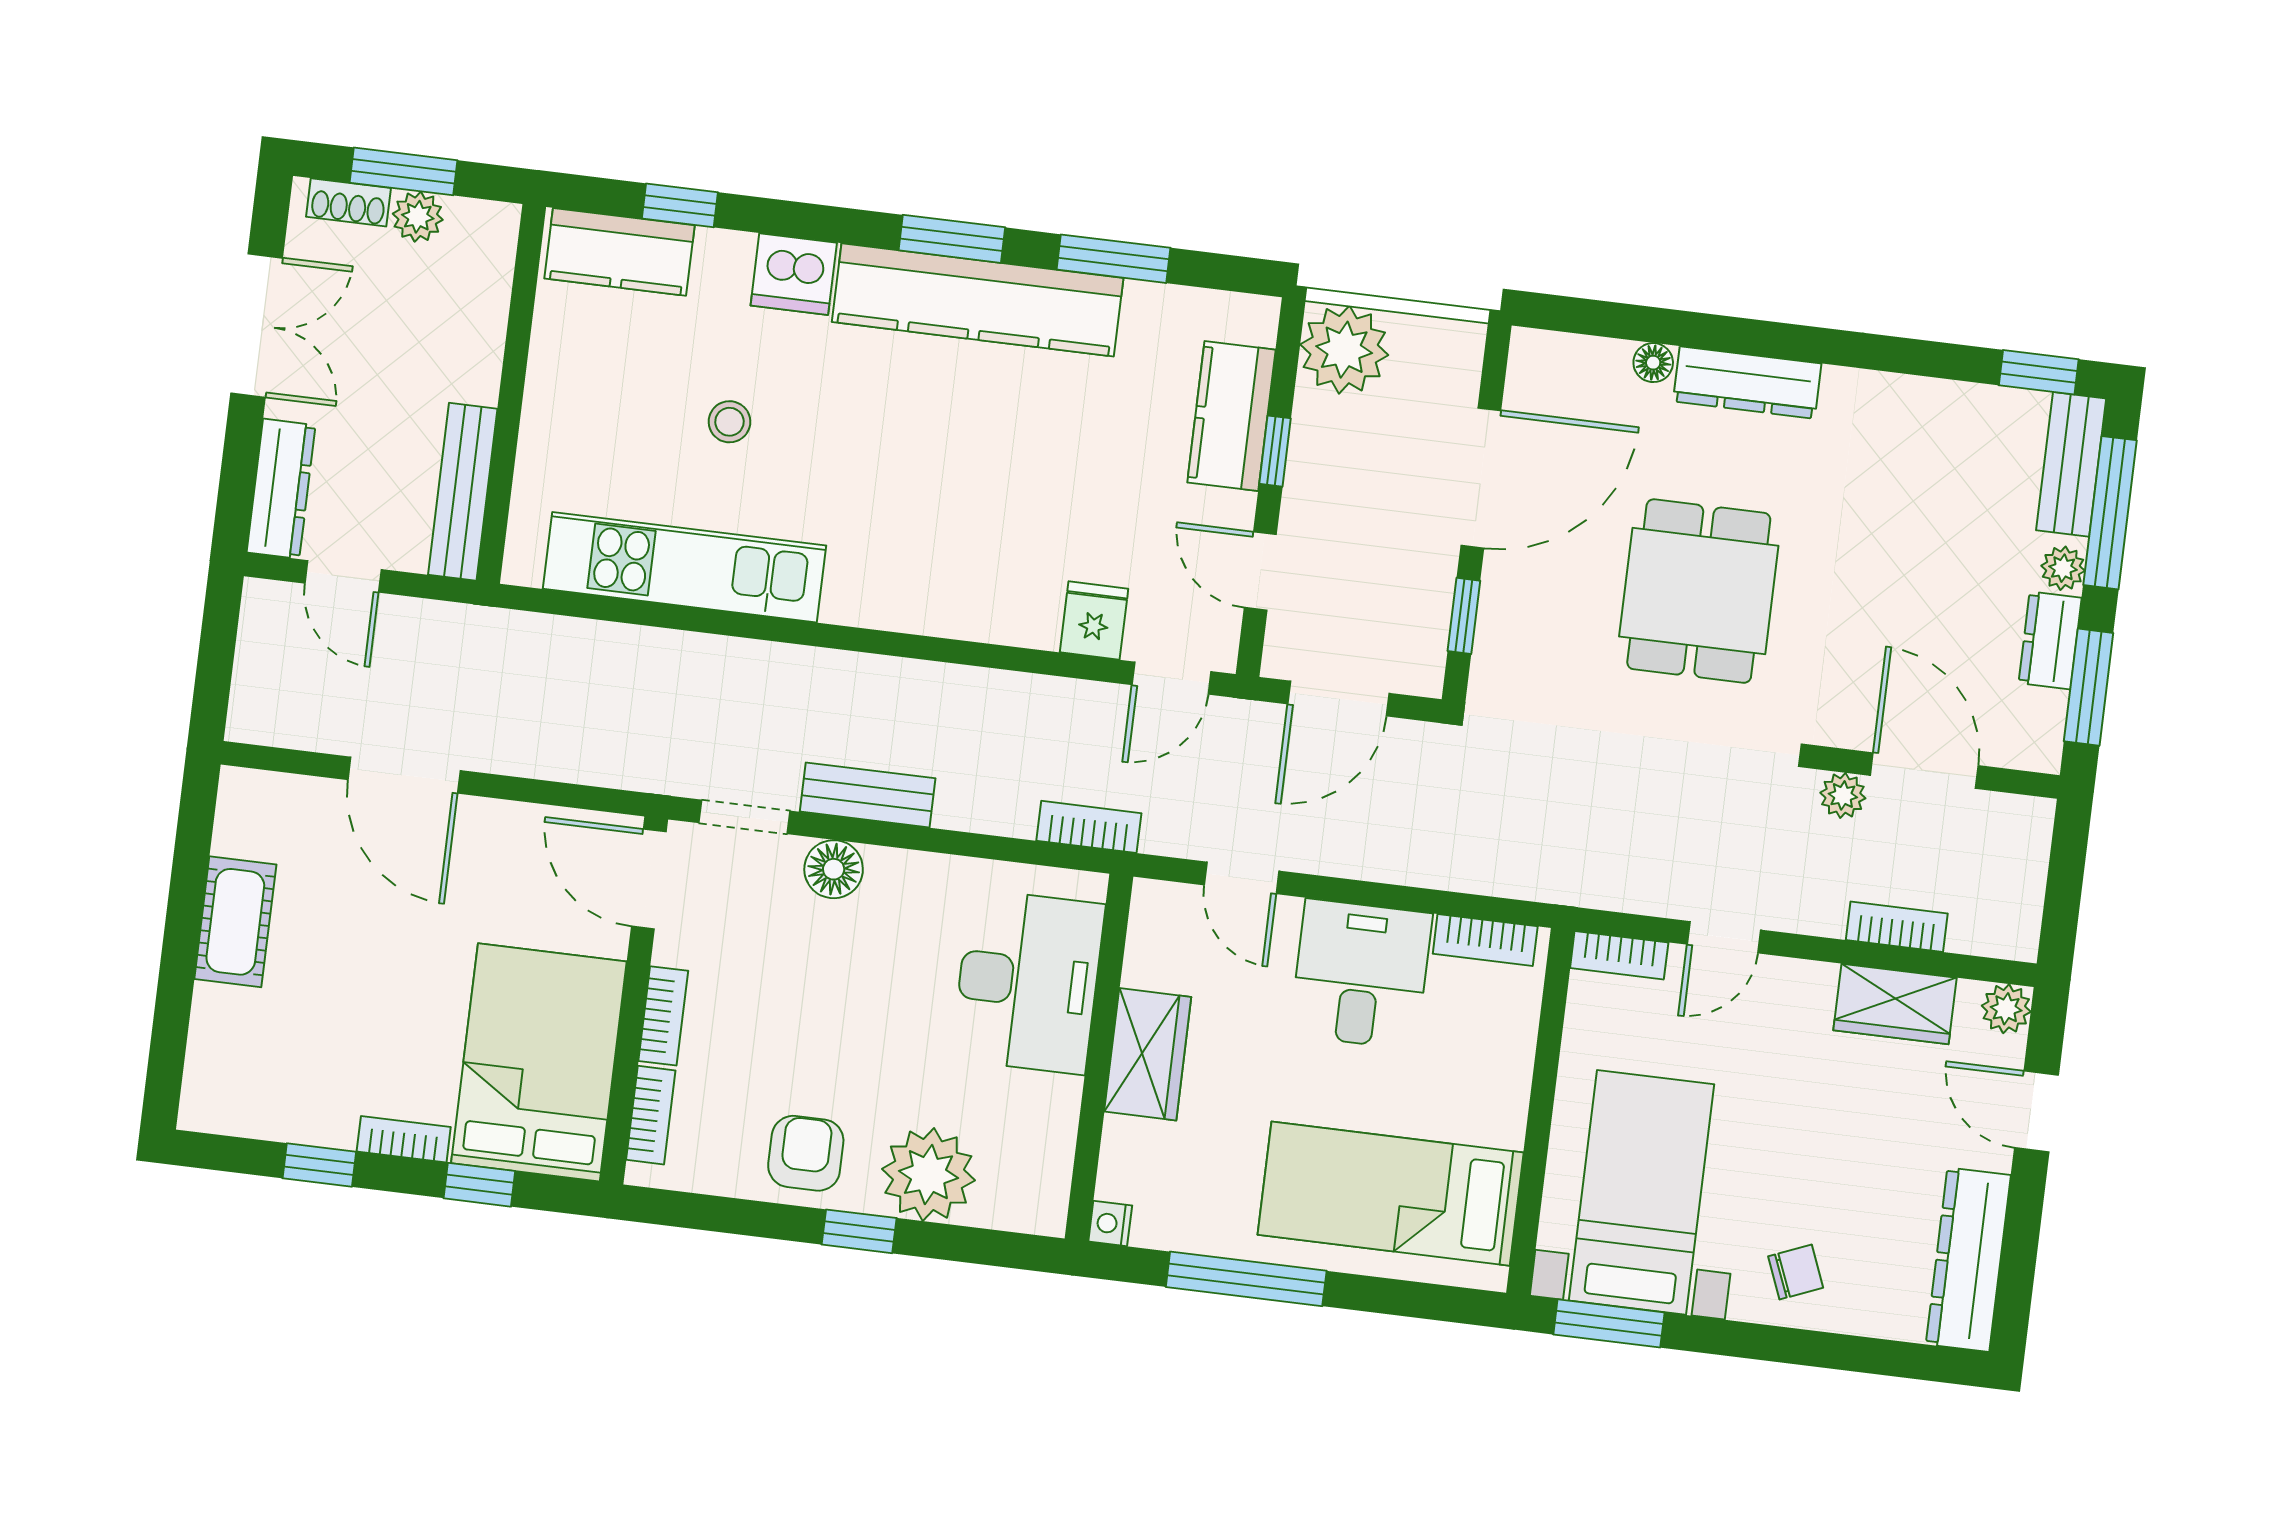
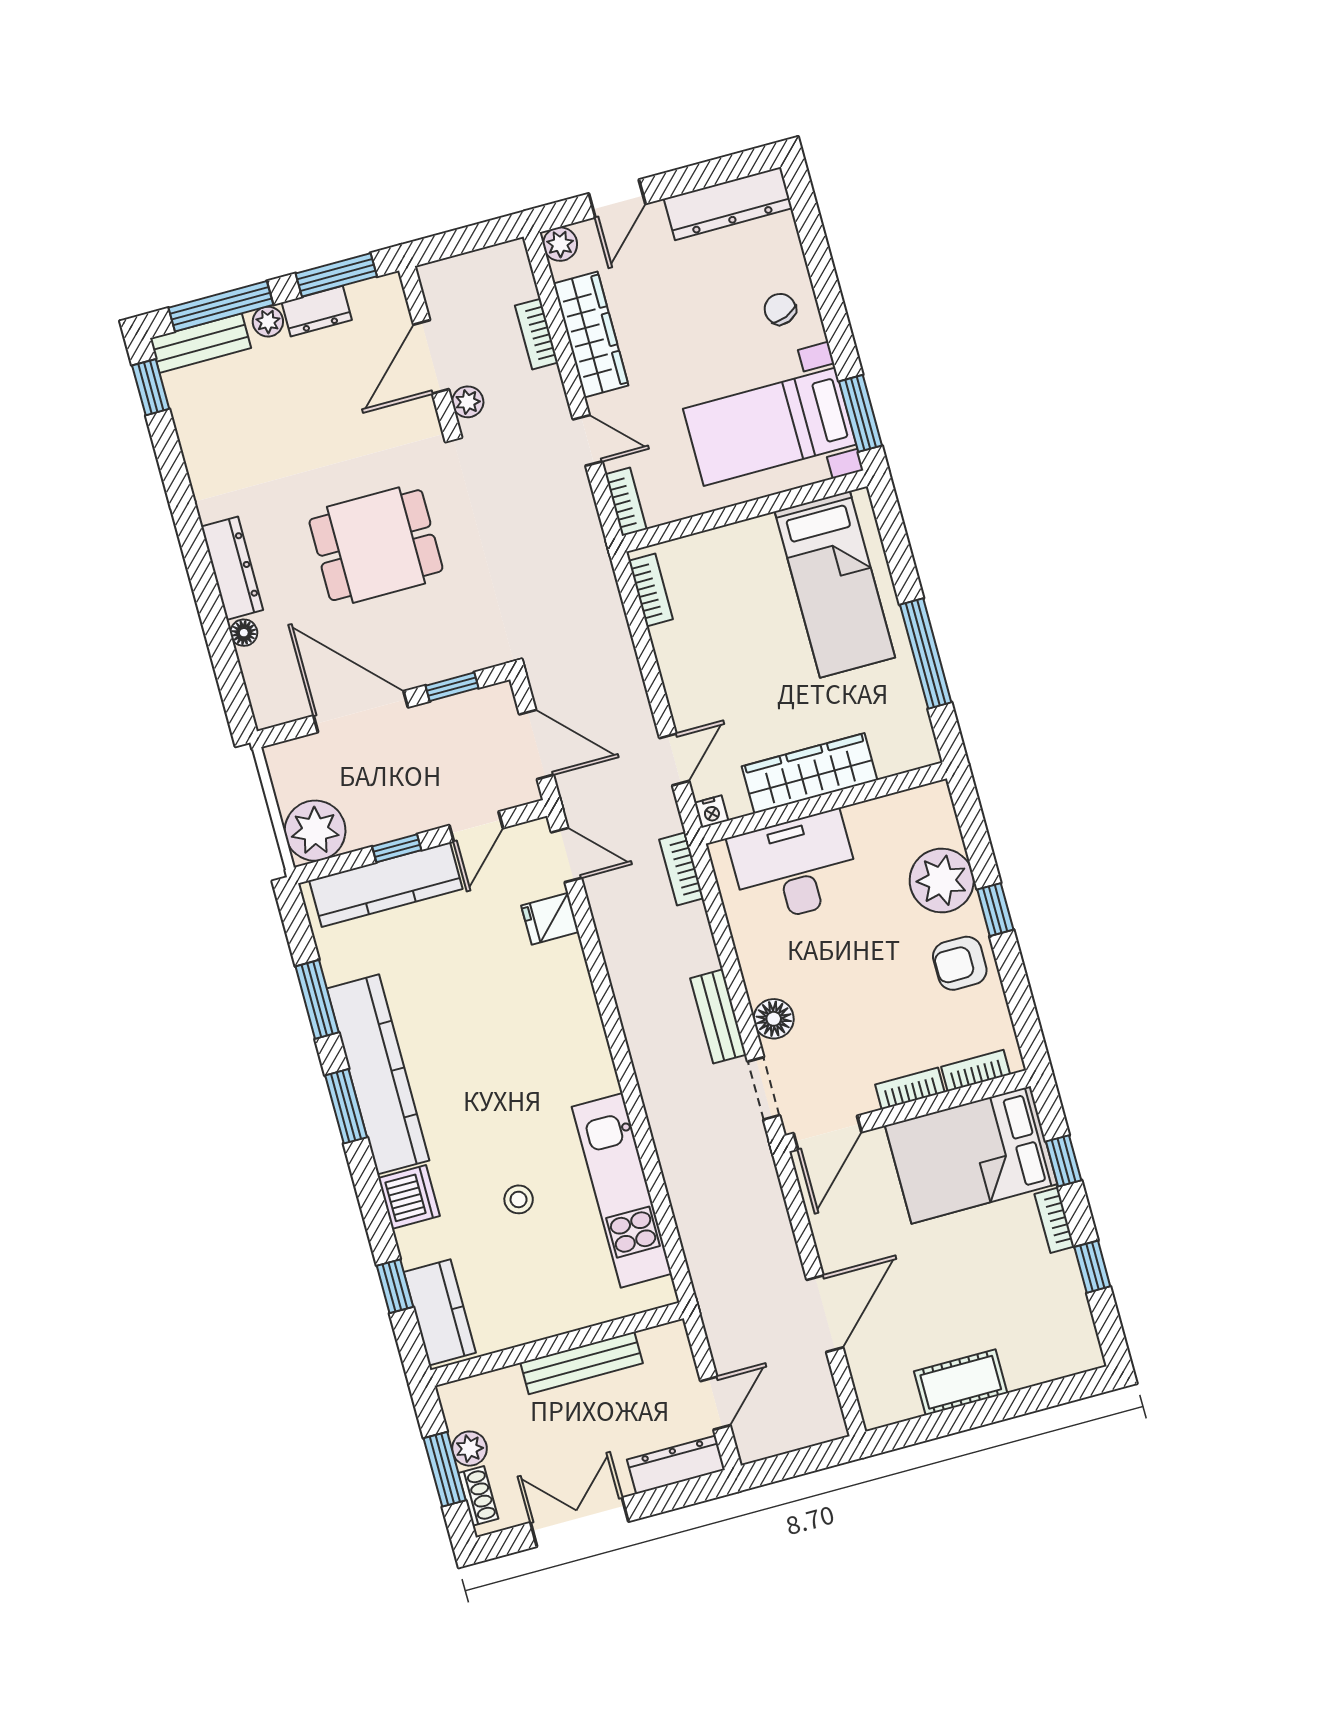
kitchen counter: (1231, 416) -> (386, 885), width x1.50
bench: (463, 492) -> (582, 1363), moved
desk: (1361, 974) -> (704, 660), removed
wardrobe: (1895, 1004) -> (591, 334), width x1.50
wardrobe: (1148, 1054) -> (810, 773), width x1.50
nightstand: (1110, 1223) -> (711, 812), moved

